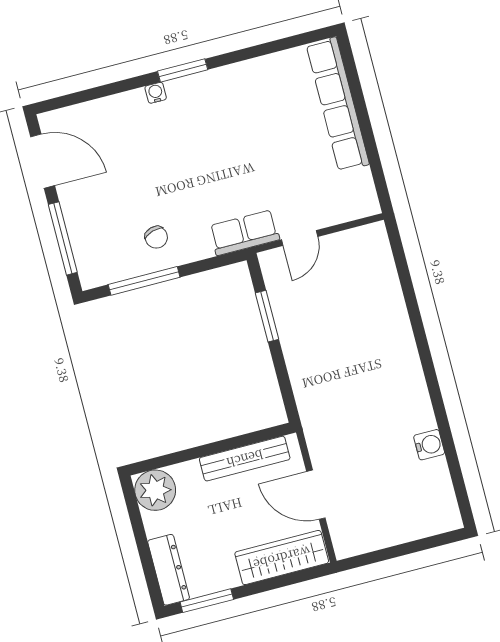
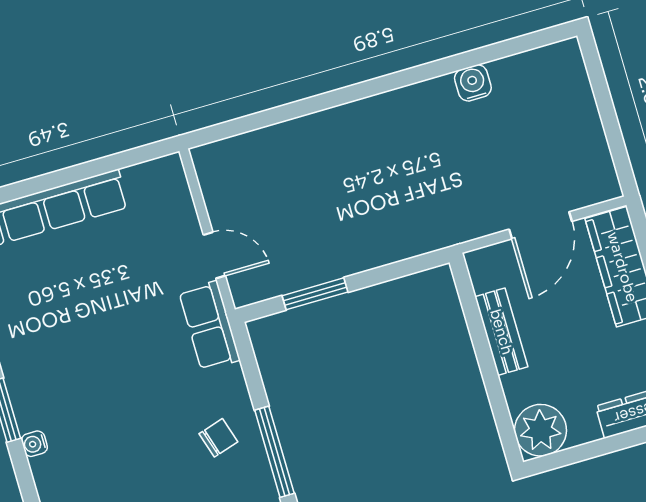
bench: (245, 459) -> (501, 332), width x0.73

